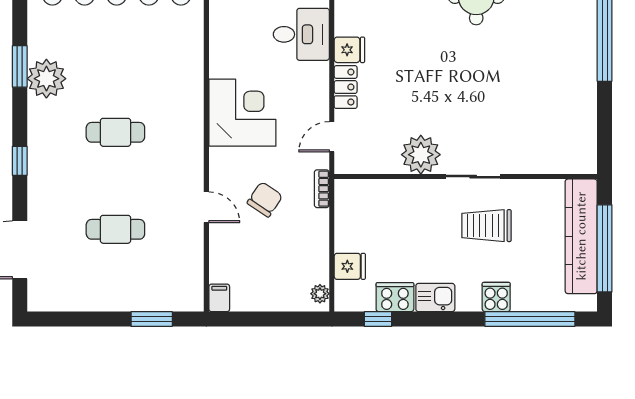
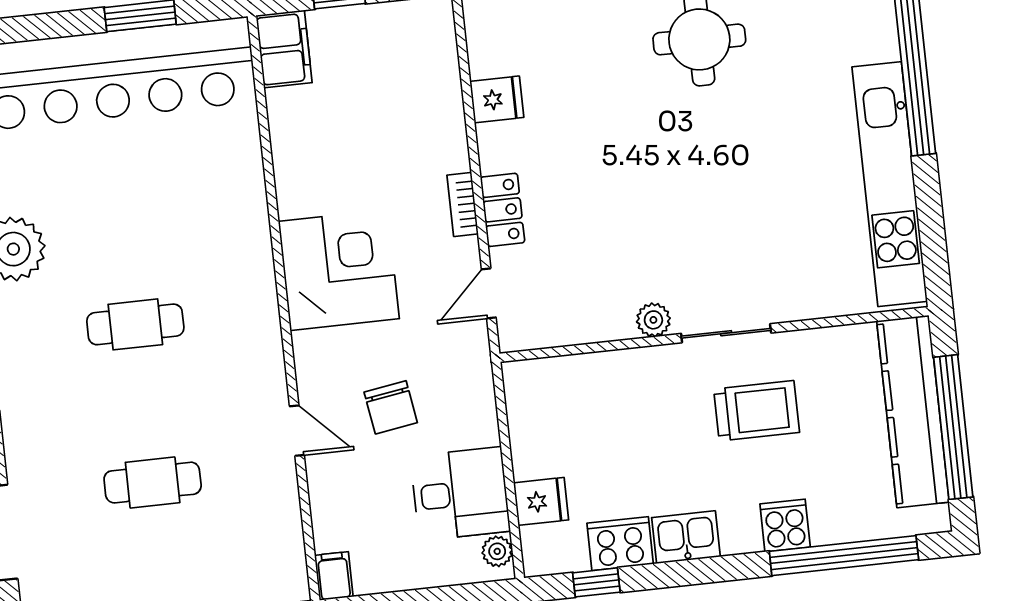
desk: (301, 34) -> (460, 494), moved
fridge: (349, 50) -> (497, 99), moved
kitchen unit: (582, 97) -> (890, 184), added
plant: (421, 155) -> (653, 320), width x0.53, depth x0.53
bookcase: (322, 189) -> (463, 204), moved
chair: (265, 199) -> (391, 407), turned 137
trolley: (486, 226) -> (757, 411), turned 180

